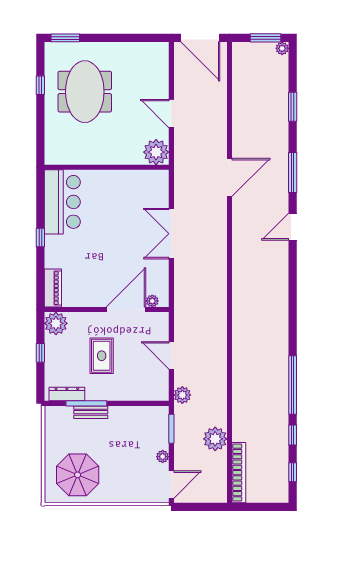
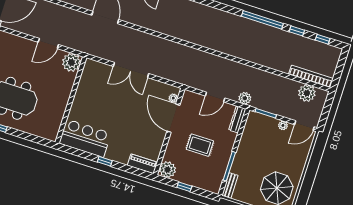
dresser: (67, 394) -> (237, 119), moved
bench: (91, 412) -> (230, 186), moved
plant: (215, 439) -> (307, 93), moved
door: (171, 485) -> (304, 126), swing flipped

